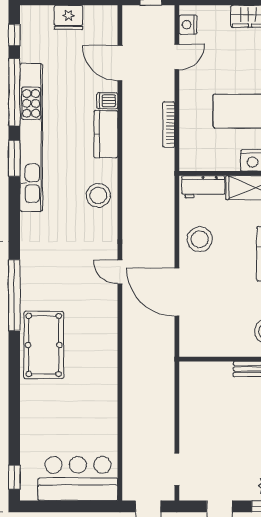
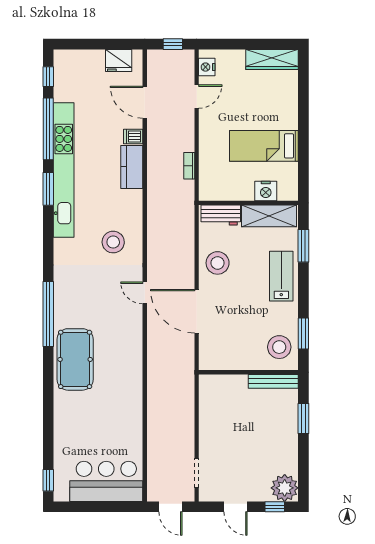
fridge: (68, 17) -> (119, 60), moved
bookcase: (169, 124) -> (189, 166), width x0.64
stool: (98, 195) -> (113, 242), moved

